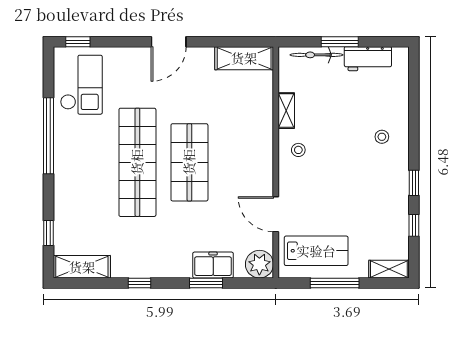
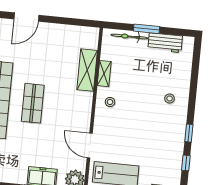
shelving: (244, 58) -> (87, 70), moved, turned 90
shop shelf: (189, 162) -> (33, 103), width x0.70, depth x0.74

